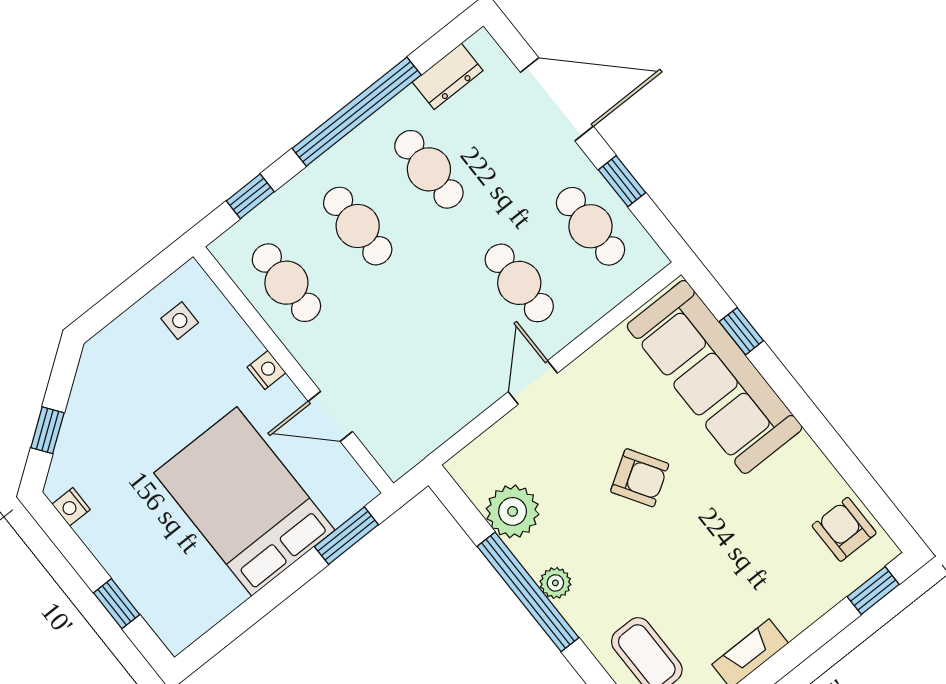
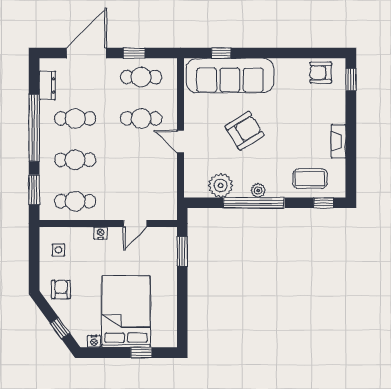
window: (250, 196) -> (34, 190), width x1.50
armchair: (115, 379) -> (61, 289), added
armchair: (640, 478) -> (245, 131), width x1.38, depth x1.38
bed: (244, 501) -> (126, 312), moved, turned 90

